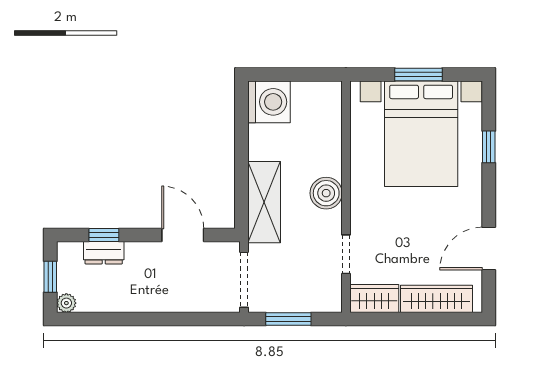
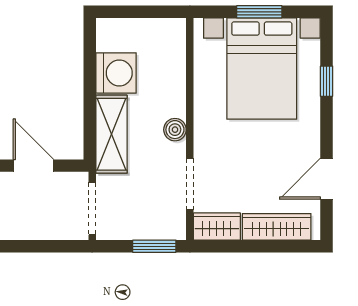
washing machine: (269, 102) -> (116, 73), moved
boiler: (326, 193) -> (175, 130), width x0.73, depth x0.73
doorway: (346, 254) -> (190, 184), width x1.38
window: (288, 319) -> (154, 246), moved

